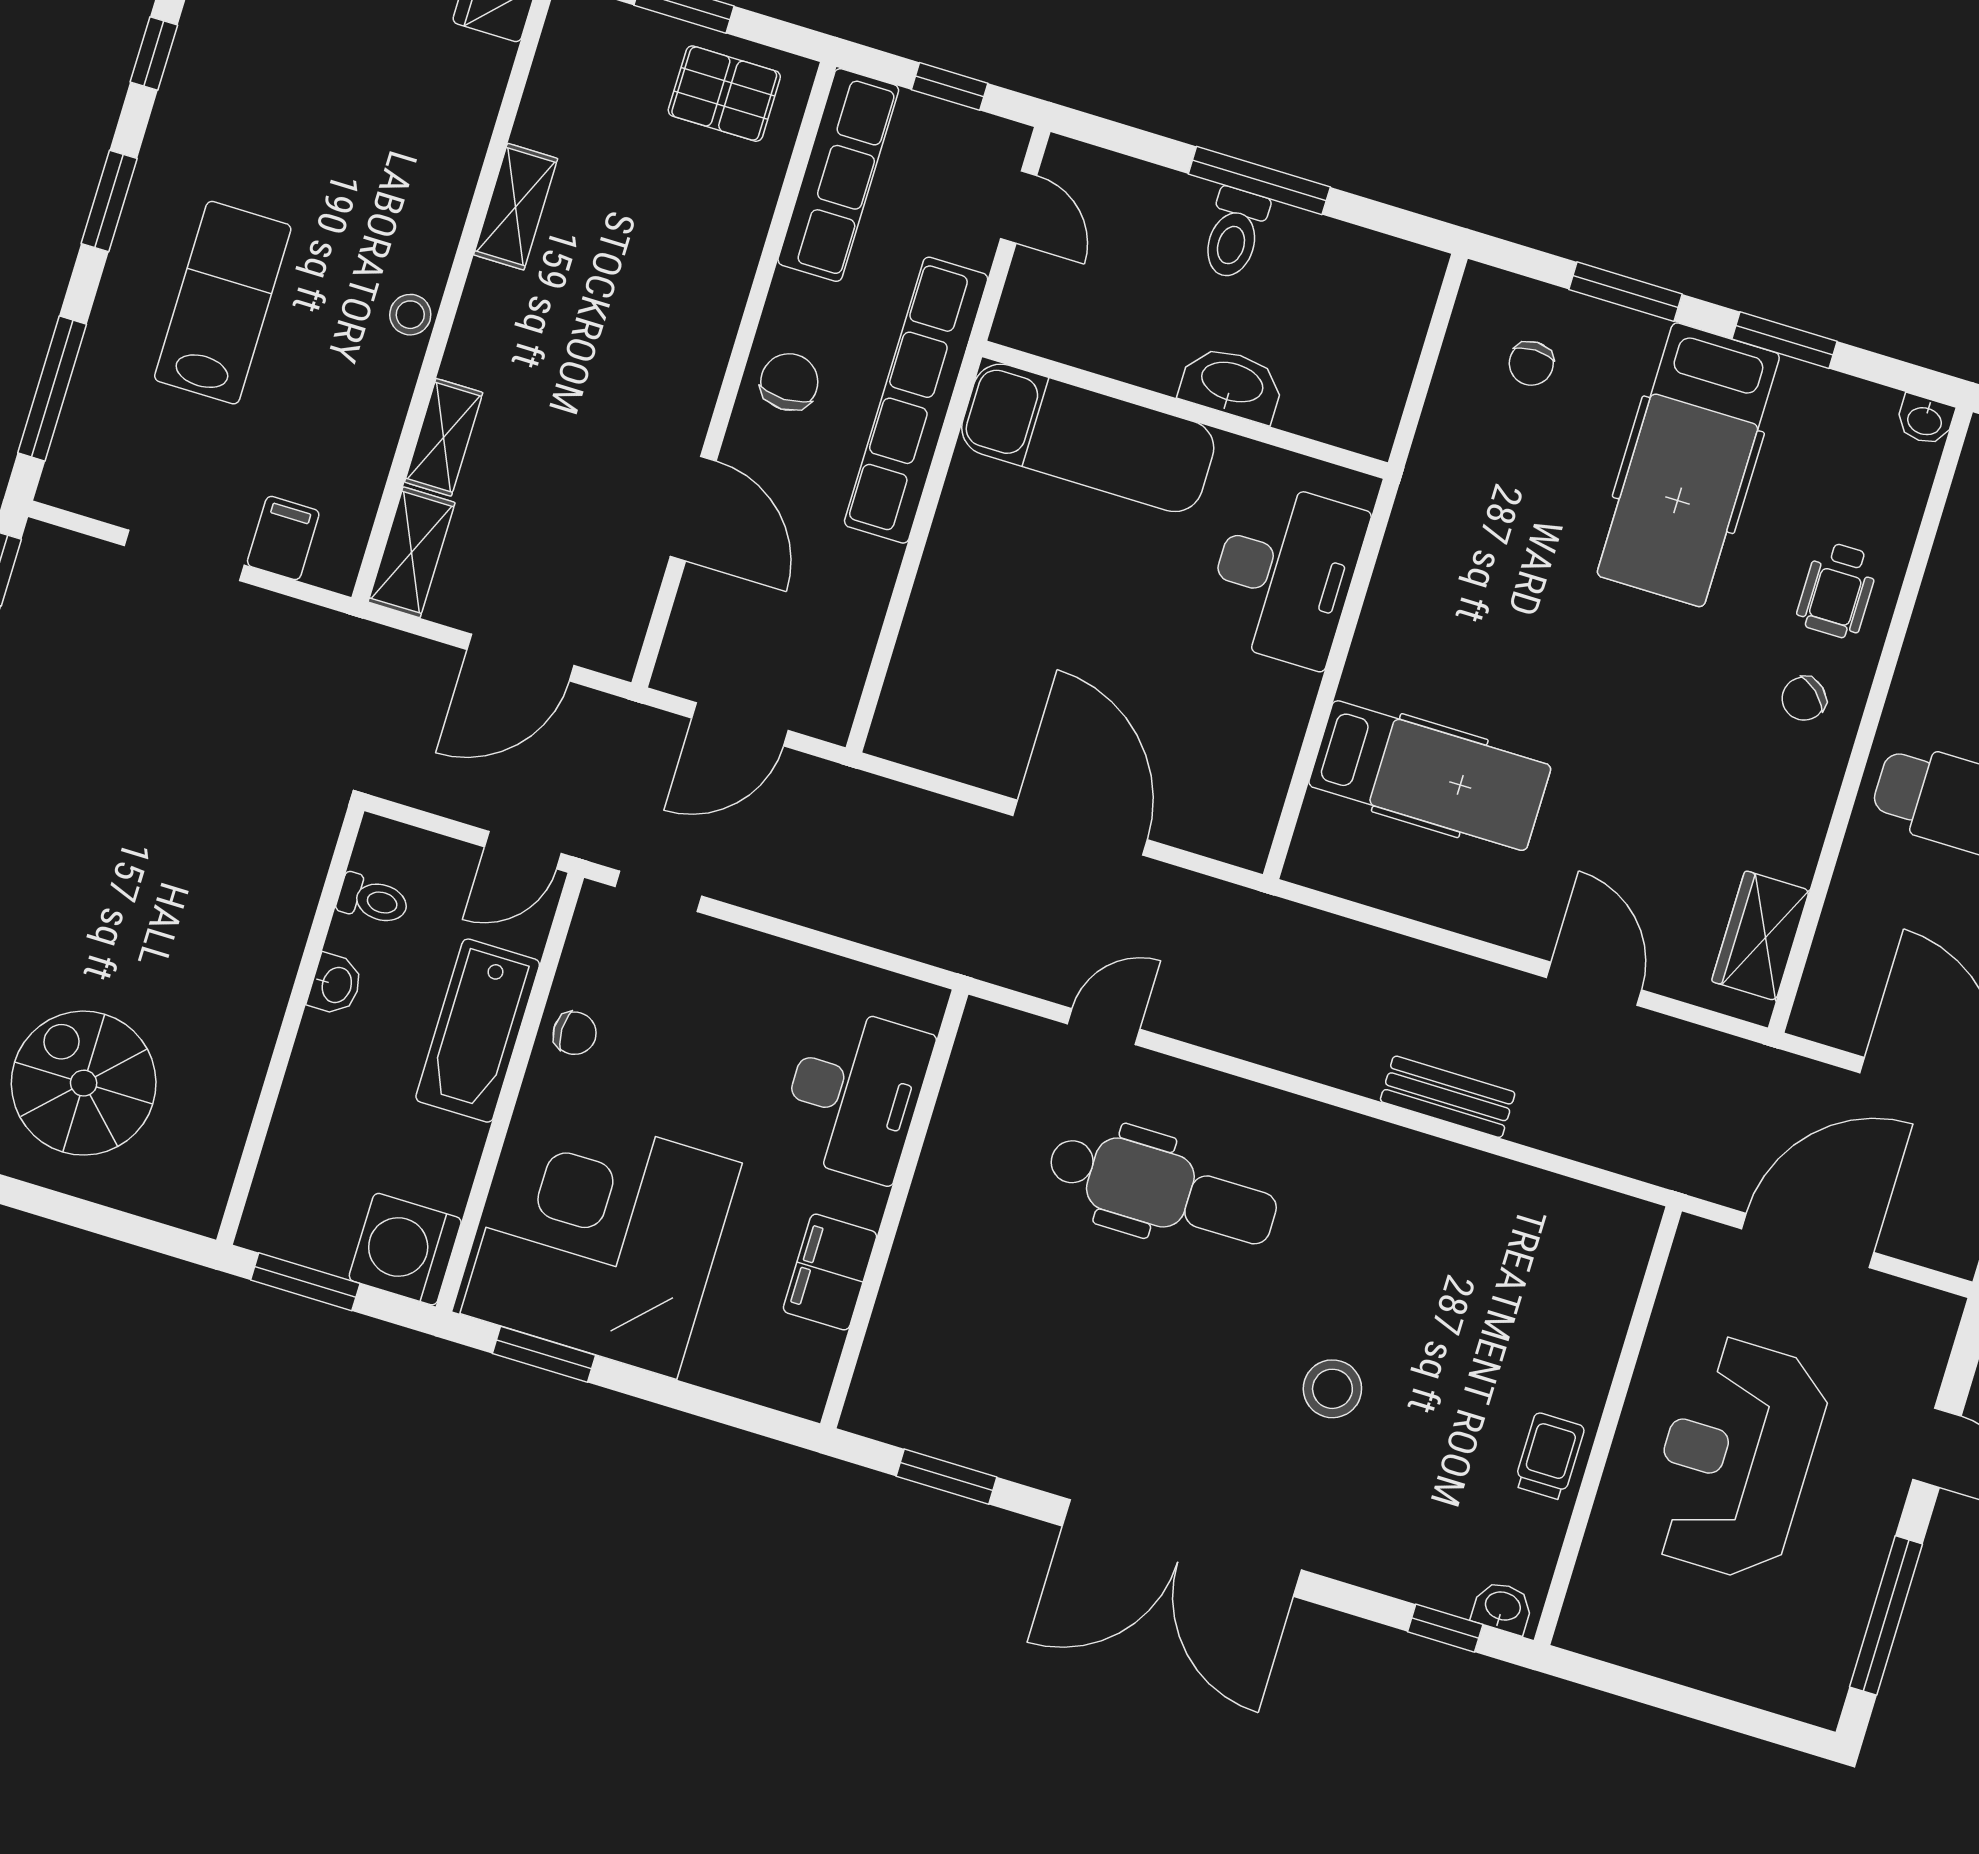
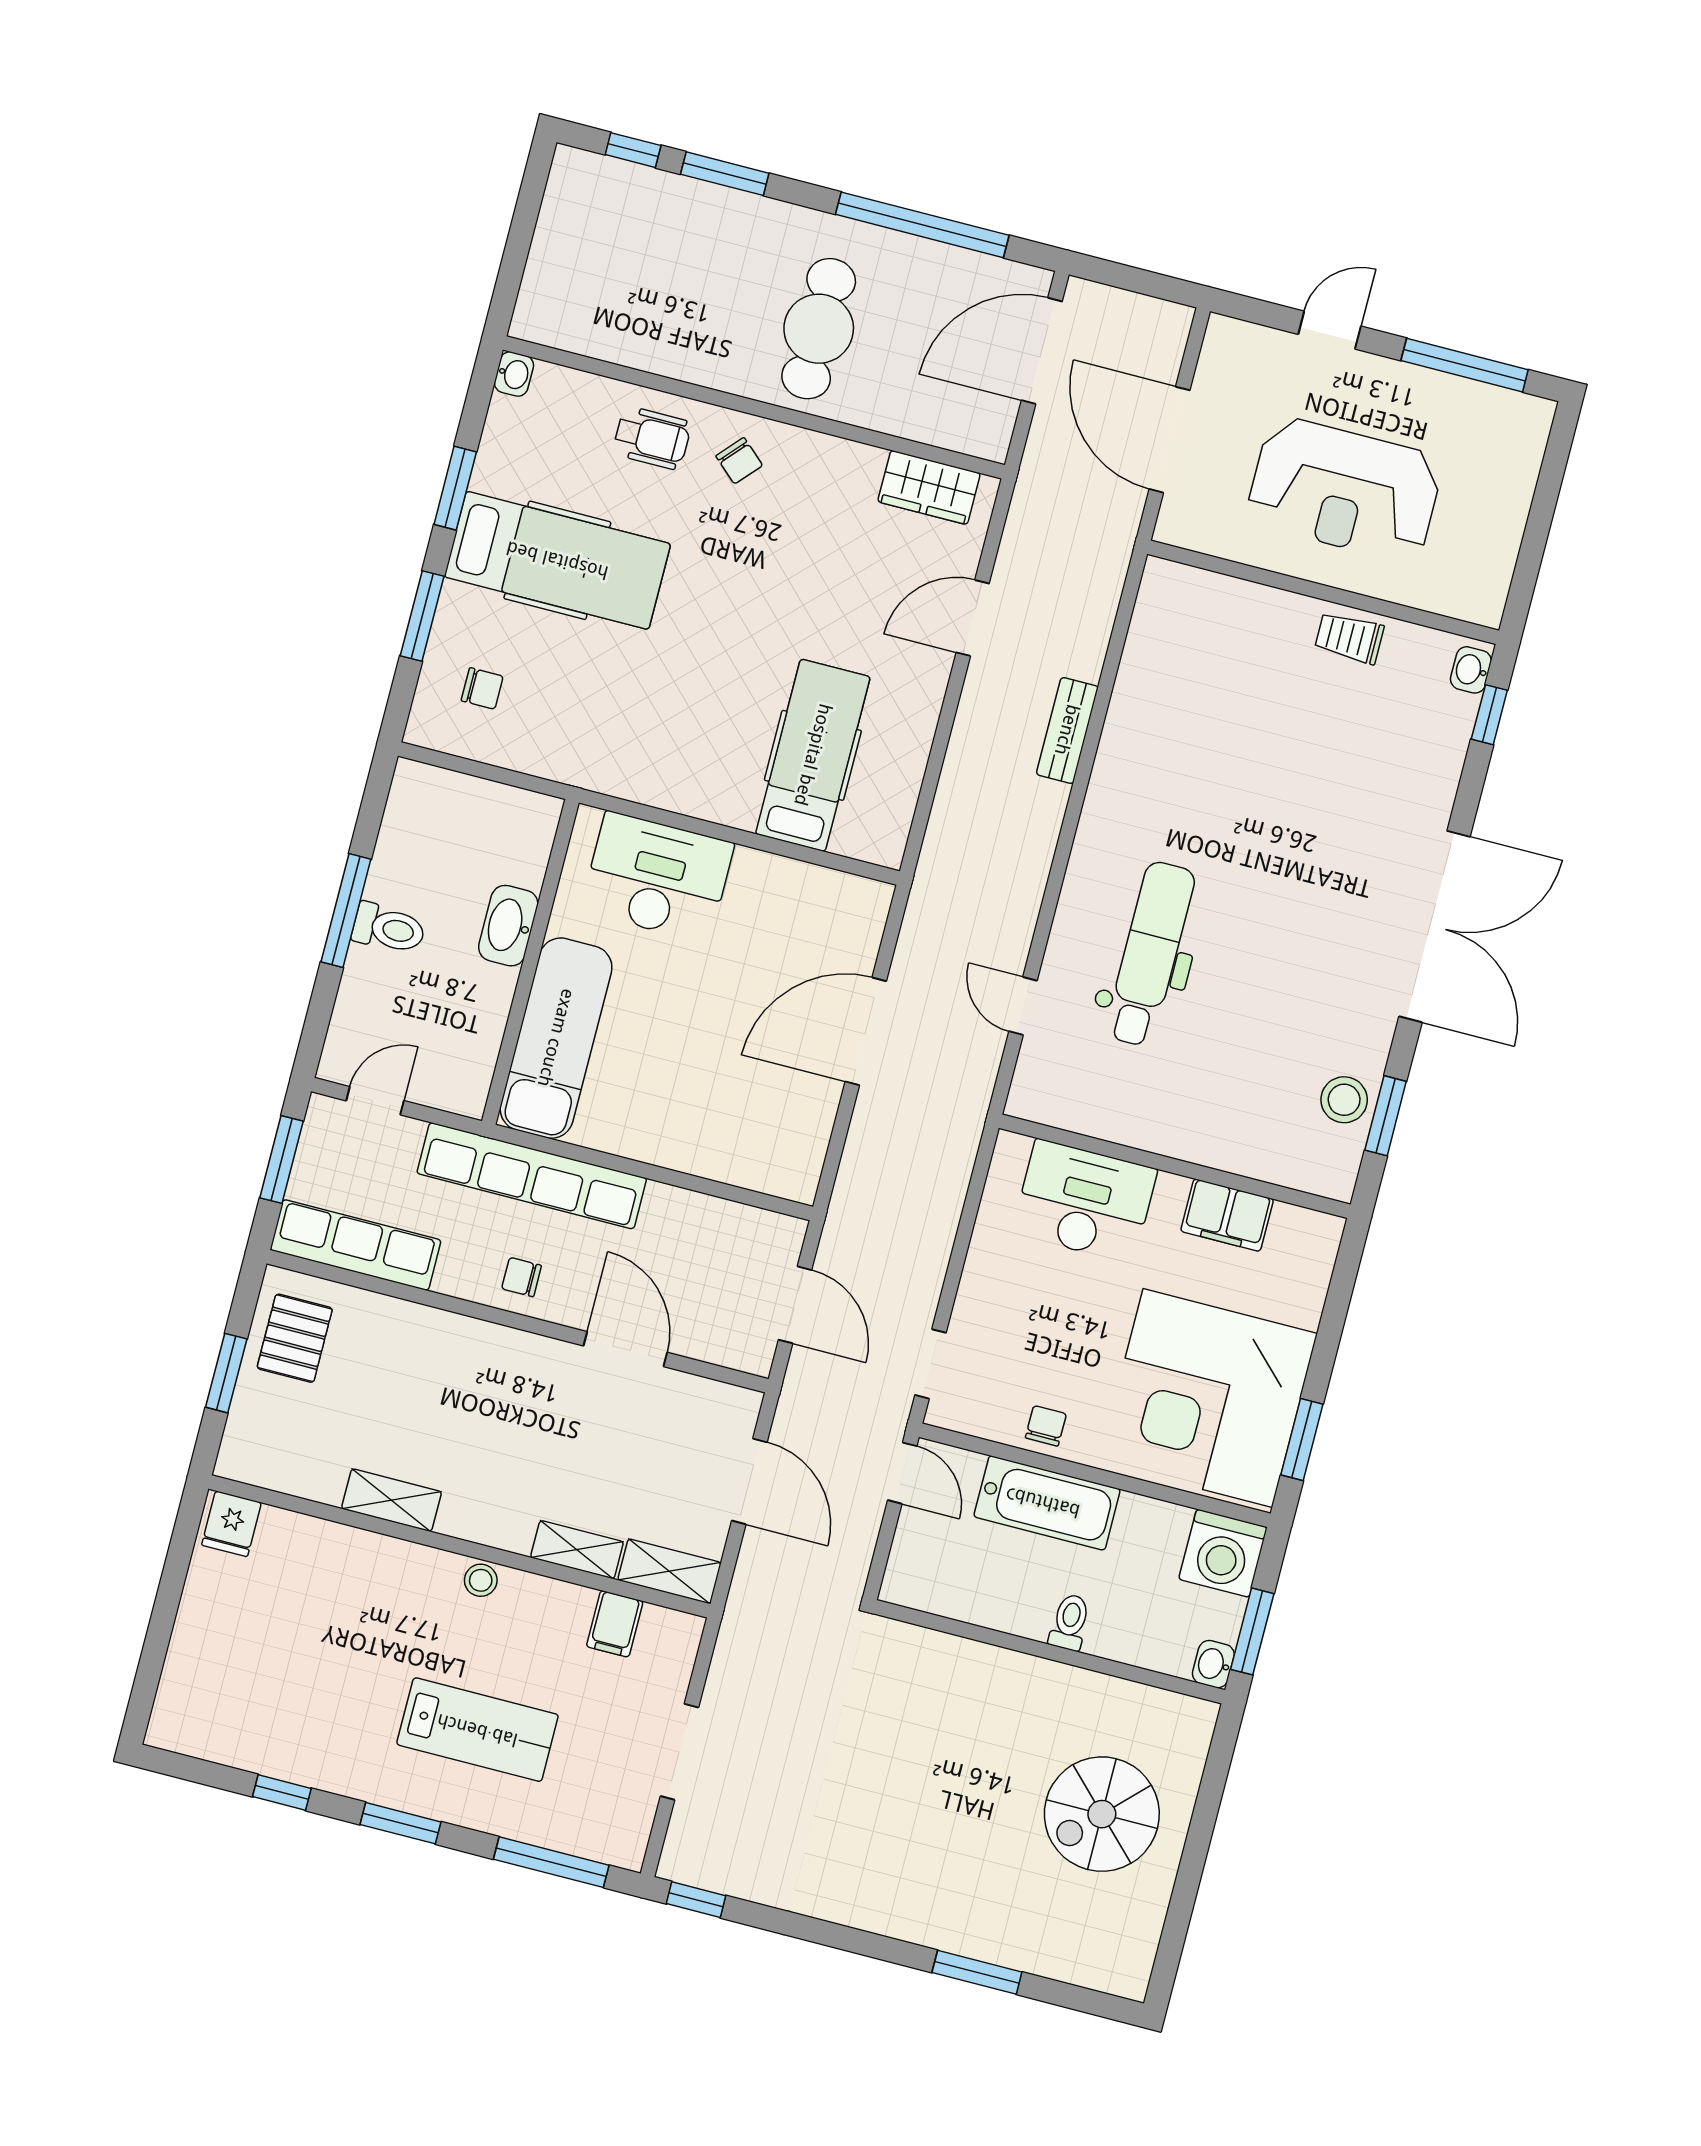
window: (950, 86) -> (282, 1160), width x1.50
lab bench: (223, 303) -> (477, 1730), turned 180
chair: (789, 382) -> (522, 1277), width x0.73, depth x0.73
door: (693, 509) -> (625, 1349), hinge flipped
filing cabinet: (283, 538) -> (615, 1624), moved, turned -90
toilet: (373, 900) -> (1070, 1622), moved
washbasin: (335, 985) -> (1213, 1664), moved, turned -90
stool: (1332, 1389) -> (1344, 1100), moved

